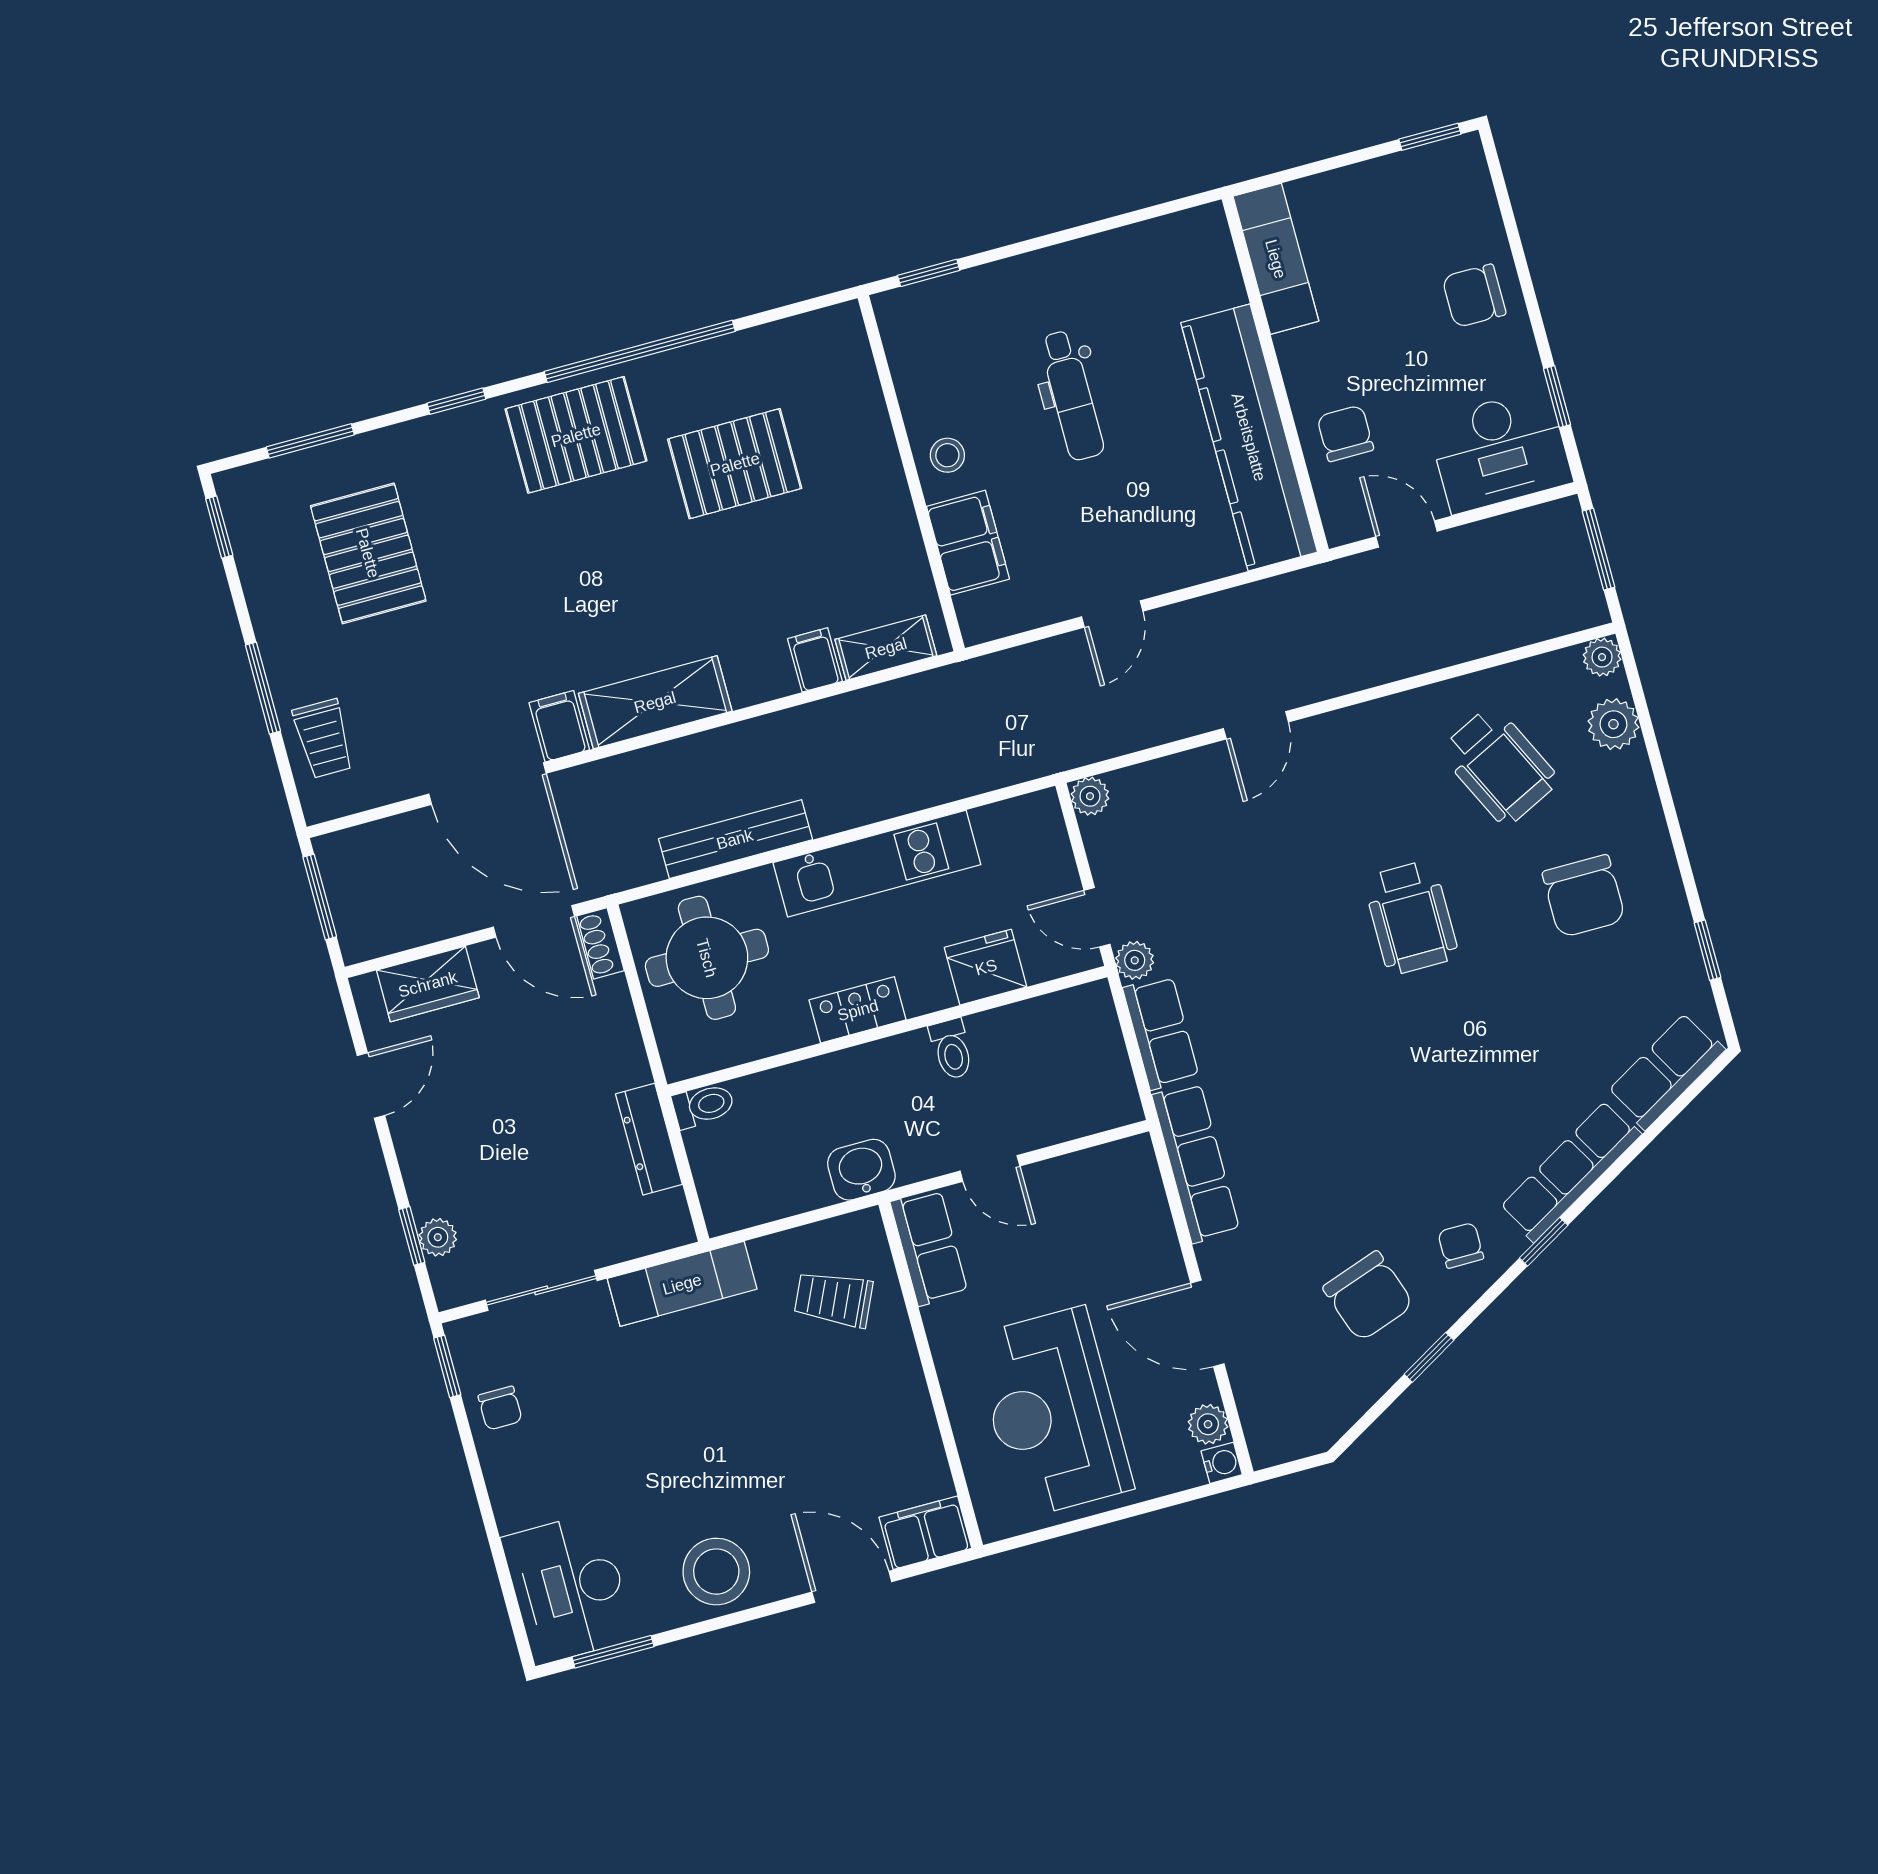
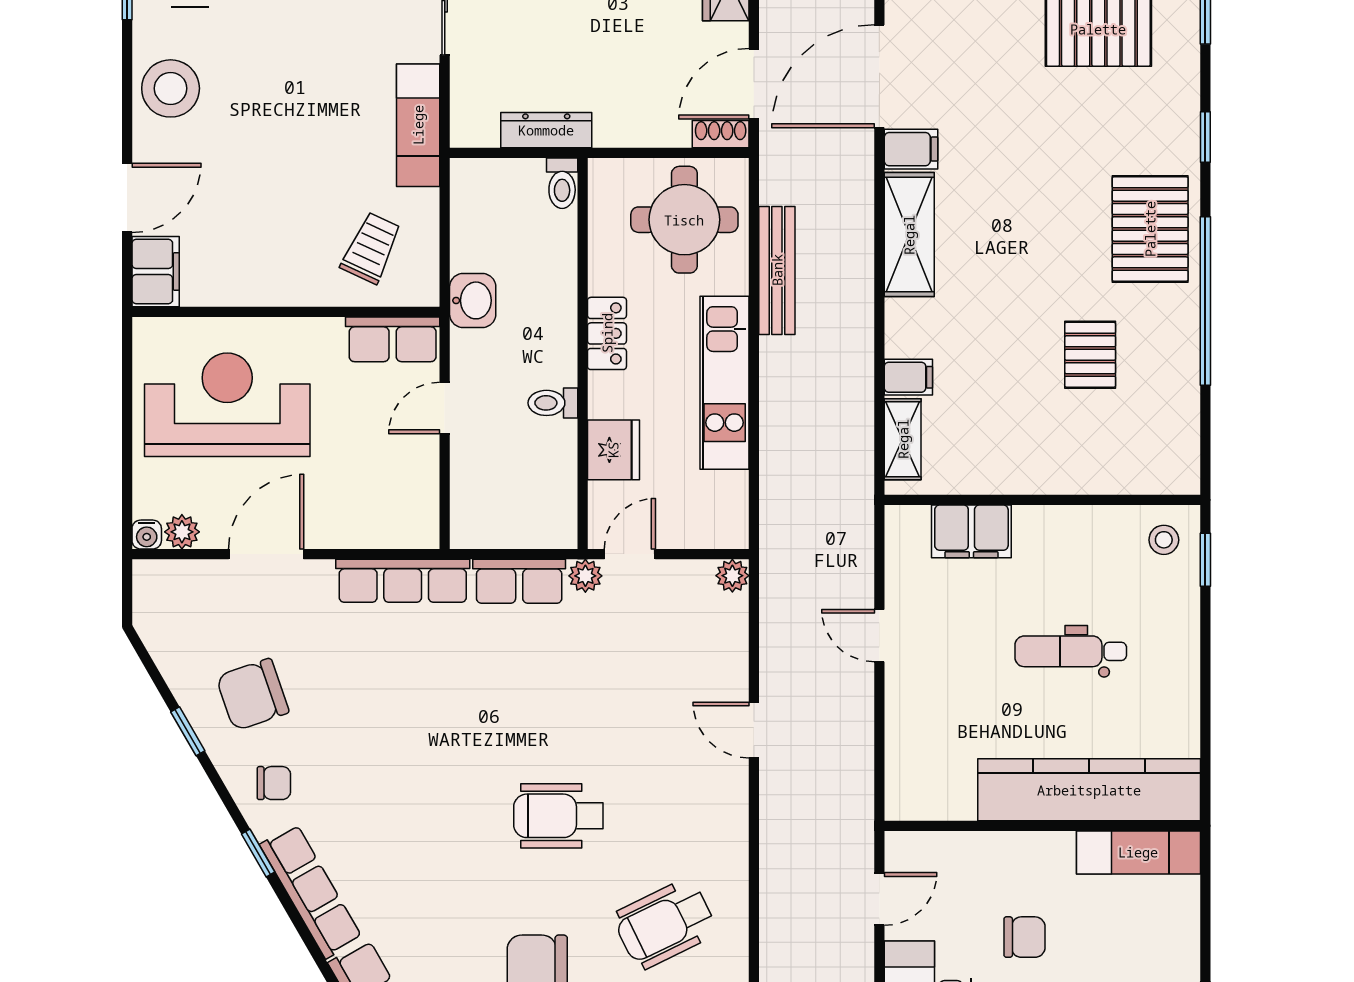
chair: (1345, 433) -> (1024, 937), moved
kitchen counter: (1249, 437) -> (1089, 790), moved
stool: (947, 455) -> (1164, 540), moved
pallet: (735, 464) -> (1090, 355), width x0.67, depth x0.71

